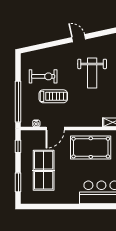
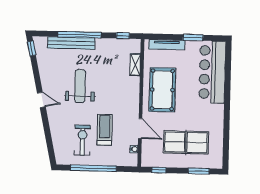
door: (79, 38) -> (41, 100), swing flipped
weight bench: (92, 73) -> (80, 86), turned -90
window: (18, 102) -> (93, 168), moved

